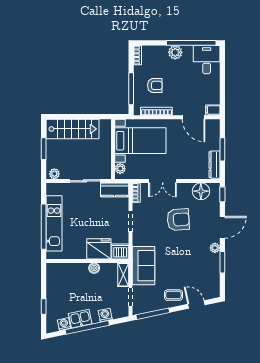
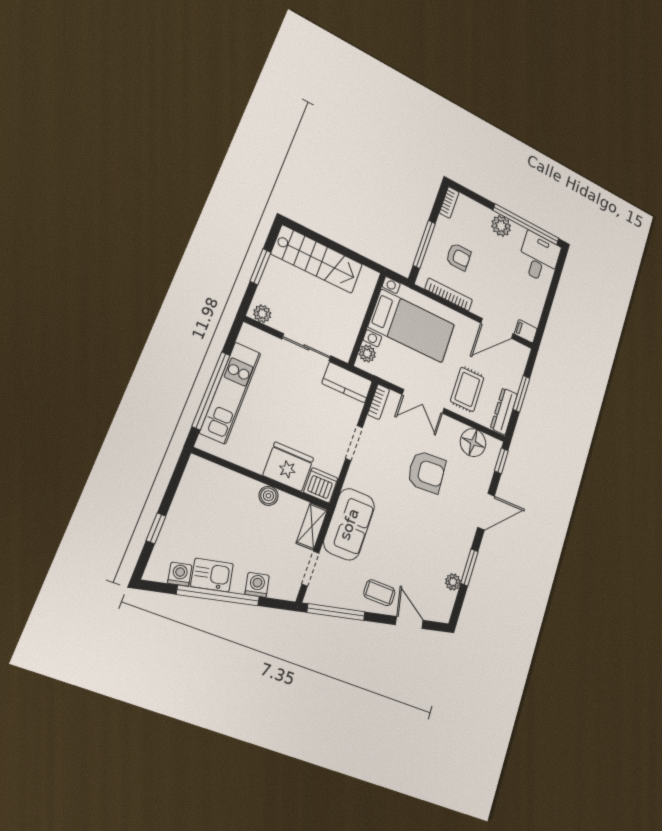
door: (194, 117) -> (497, 328), hinge flipped
rug: (187, 162) -> (467, 389), added
plant: (215, 248) -> (453, 582), moved

